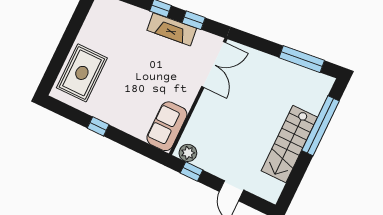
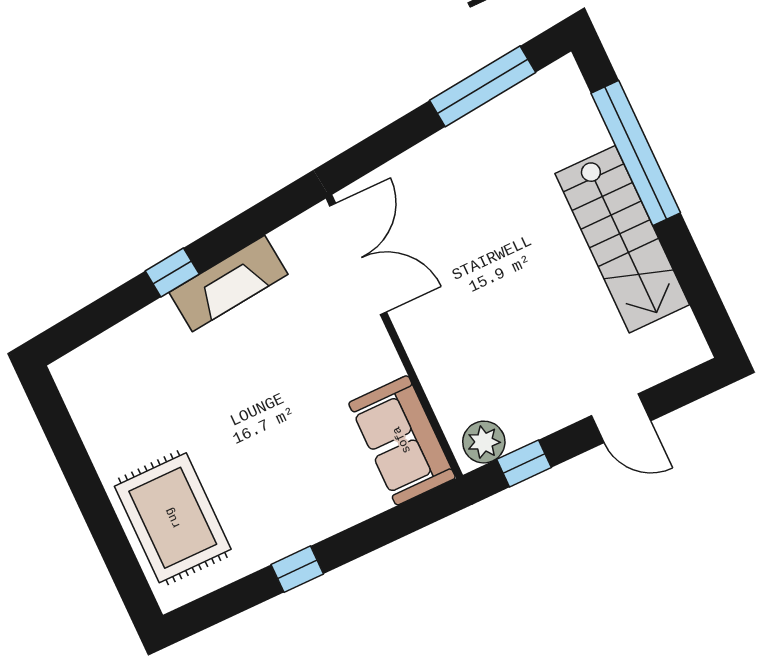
window: (194, 20) -> (245, 229), removed

